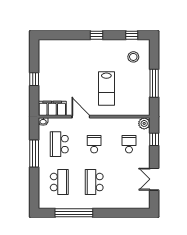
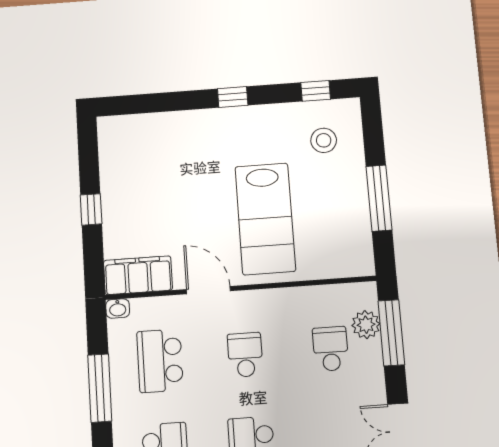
lab bench: (106, 88) -> (265, 219), width x1.36, depth x1.39
plant: (144, 123) -> (366, 325), moved
window: (154, 139) -> (391, 333), width x2.17

